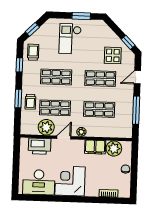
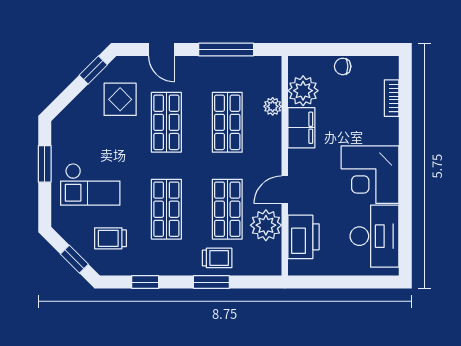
trolley: (33, 52) -> (110, 238), moved
plant: (81, 132) -> (273, 106), moved
door: (64, 137) -> (285, 190), hinge flipped

